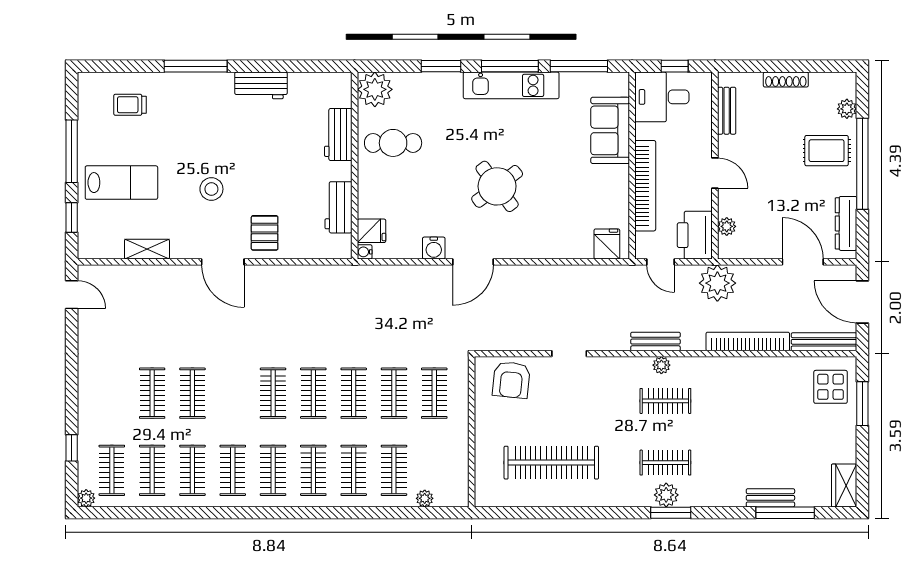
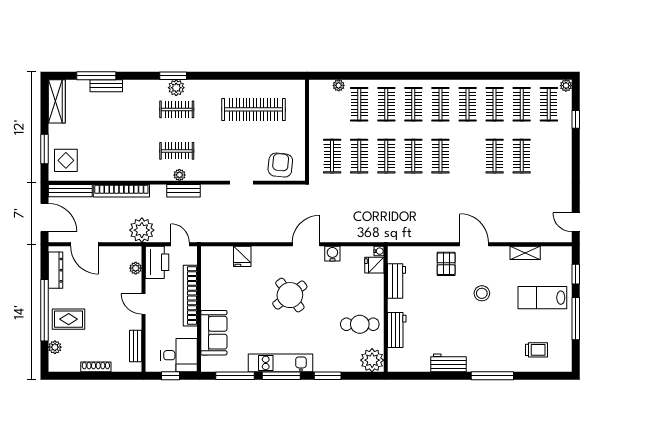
fridge: (607, 244) -> (242, 256), moved
wardrobe: (844, 485) -> (57, 101), width x1.50

